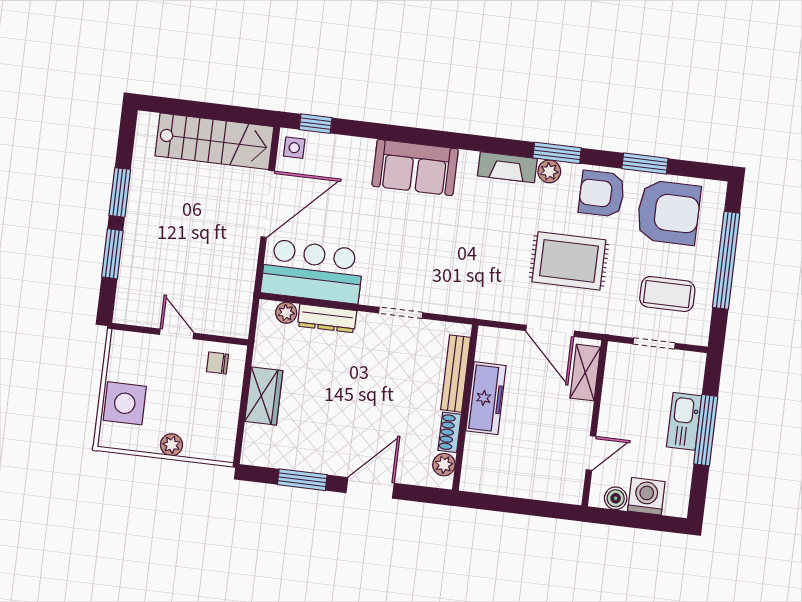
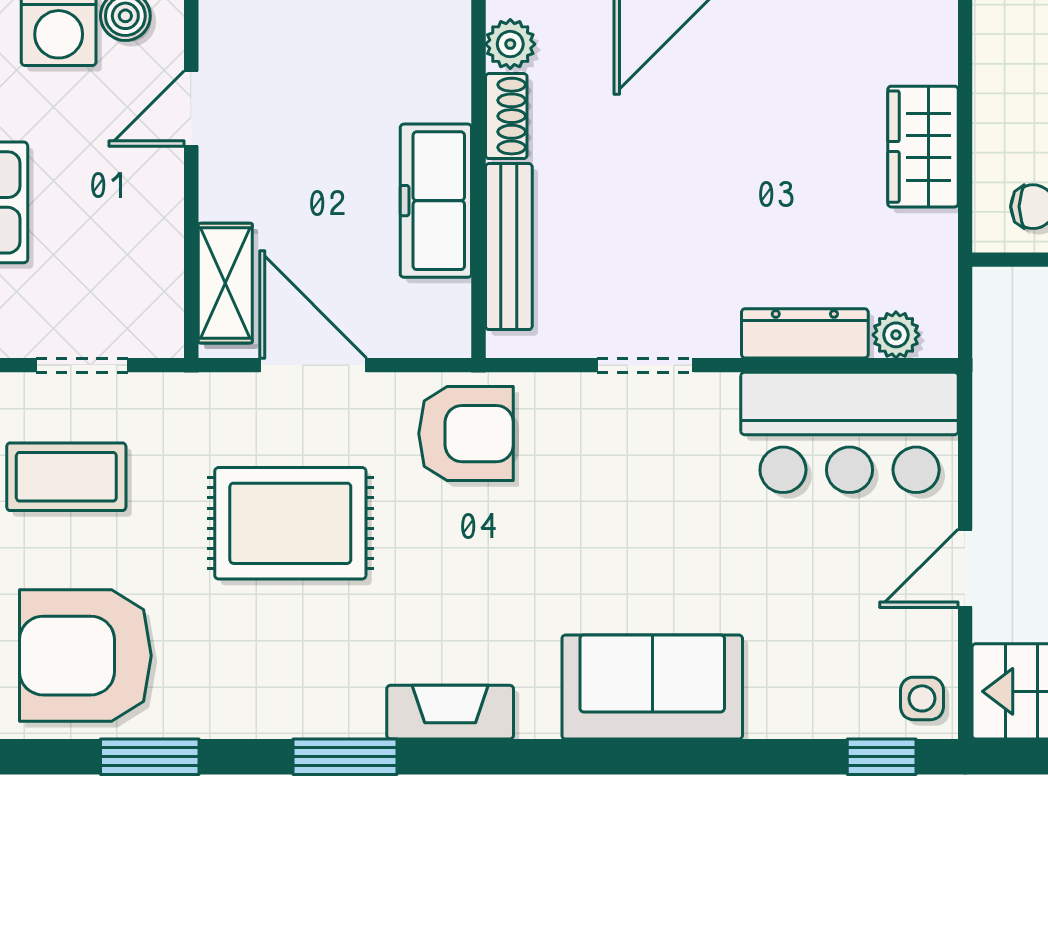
plant: (549, 171) -> (357, 714), removed
armchair: (602, 194) -> (466, 434), moved
door: (268, 204) -> (965, 568), width x0.53

